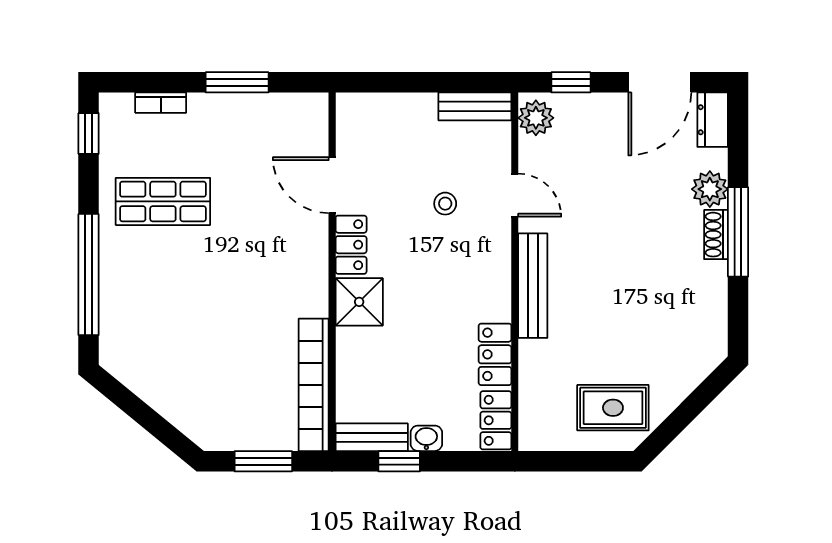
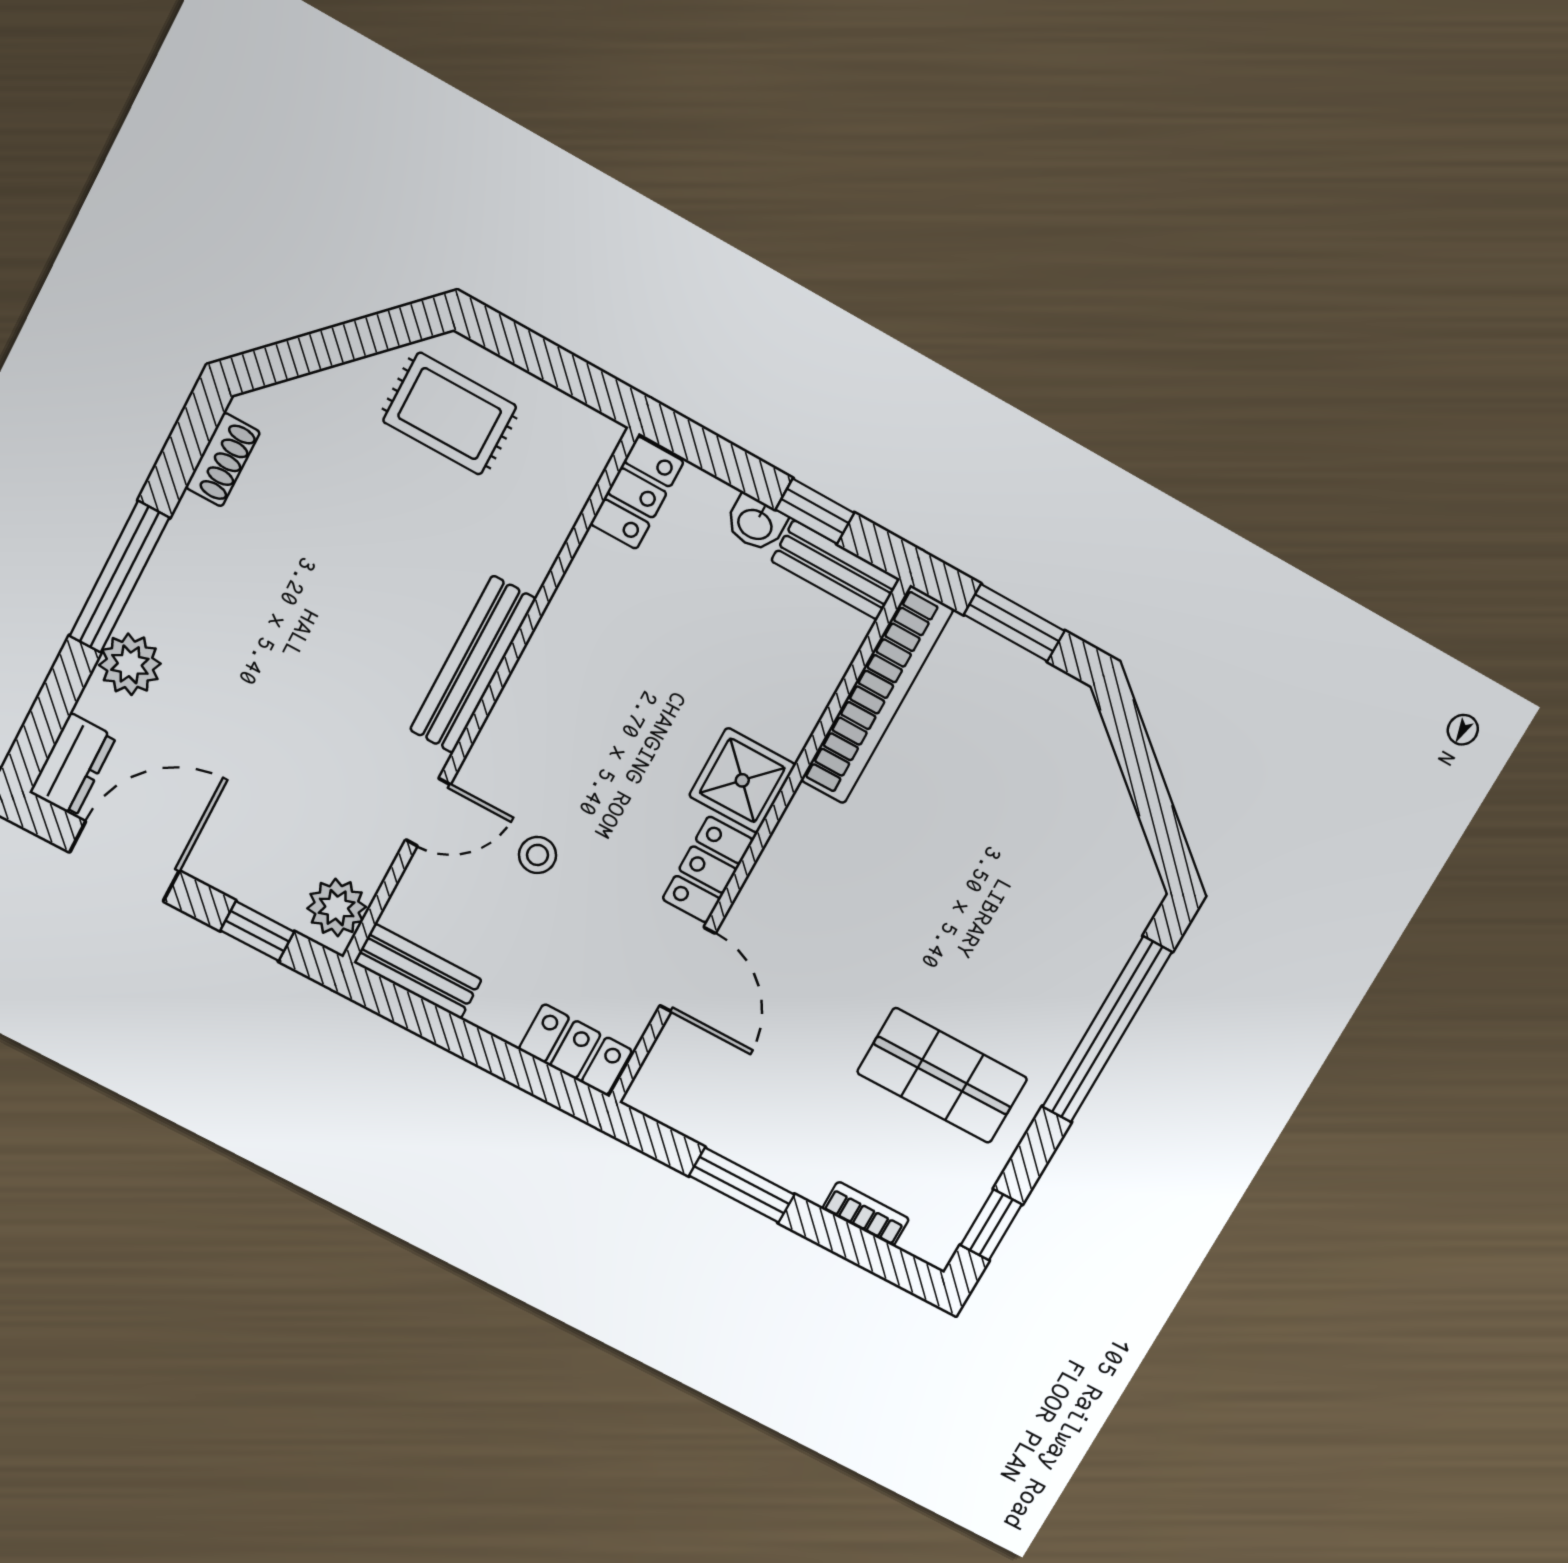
door: (515, 195) -> (428, 812), swing flipped
shoe rack: (716, 235) -> (223, 460), moved
locker: (495, 354) -> (575, 1050), moved, turned -90

